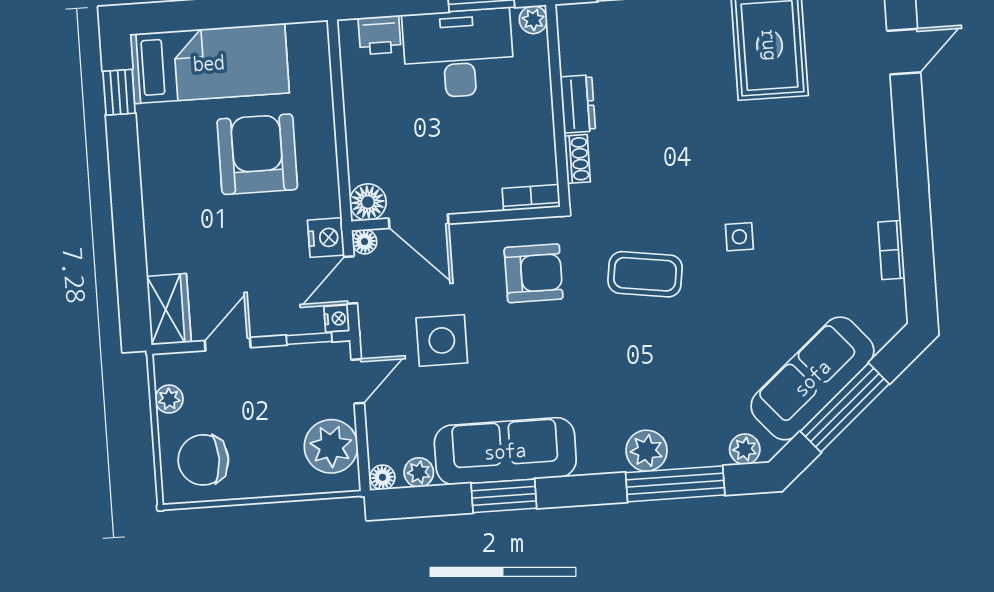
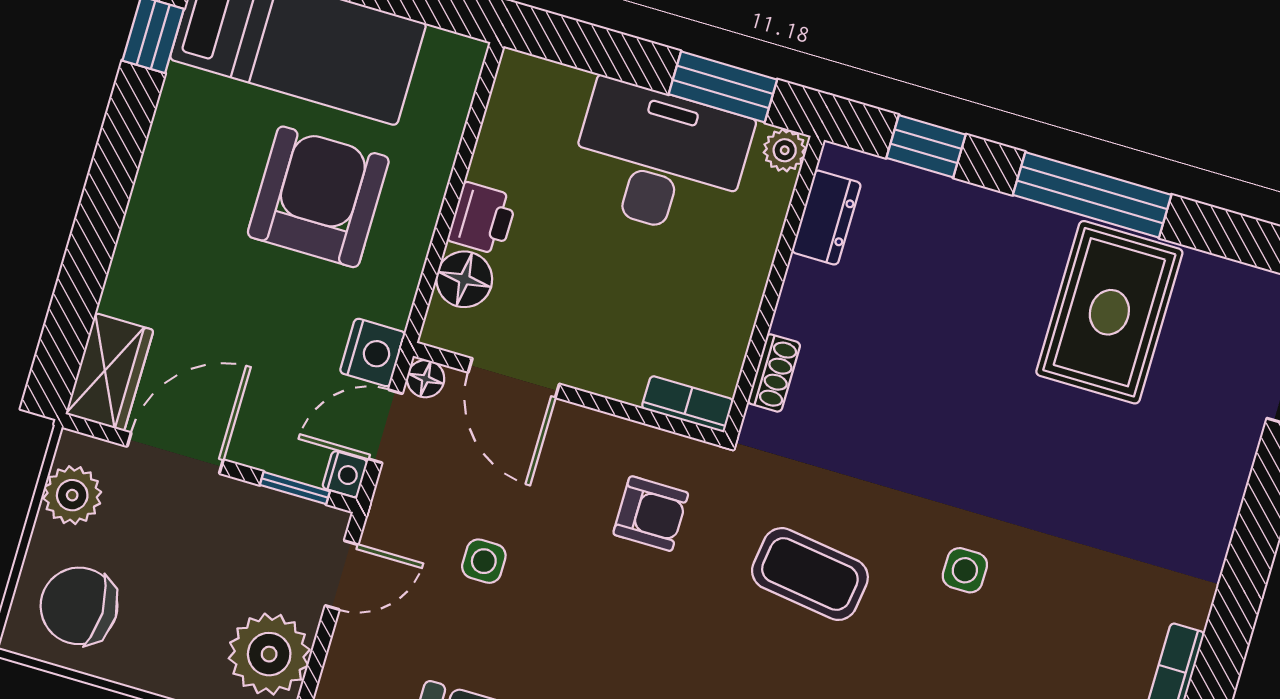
printer: (380, 35) -> (482, 219), moved, turned -90
dresser: (578, 104) -> (826, 218), moved
floor lamp: (368, 202) -> (464, 279), moved
armchair: (534, 273) -> (651, 514), width x0.72, depth x0.72
side table: (442, 340) -> (484, 561), width x0.54, depth x0.54
door: (228, 344) -> (175, 453), width x1.38
plant: (169, 399) -> (72, 495), width x1.38, depth x1.38

